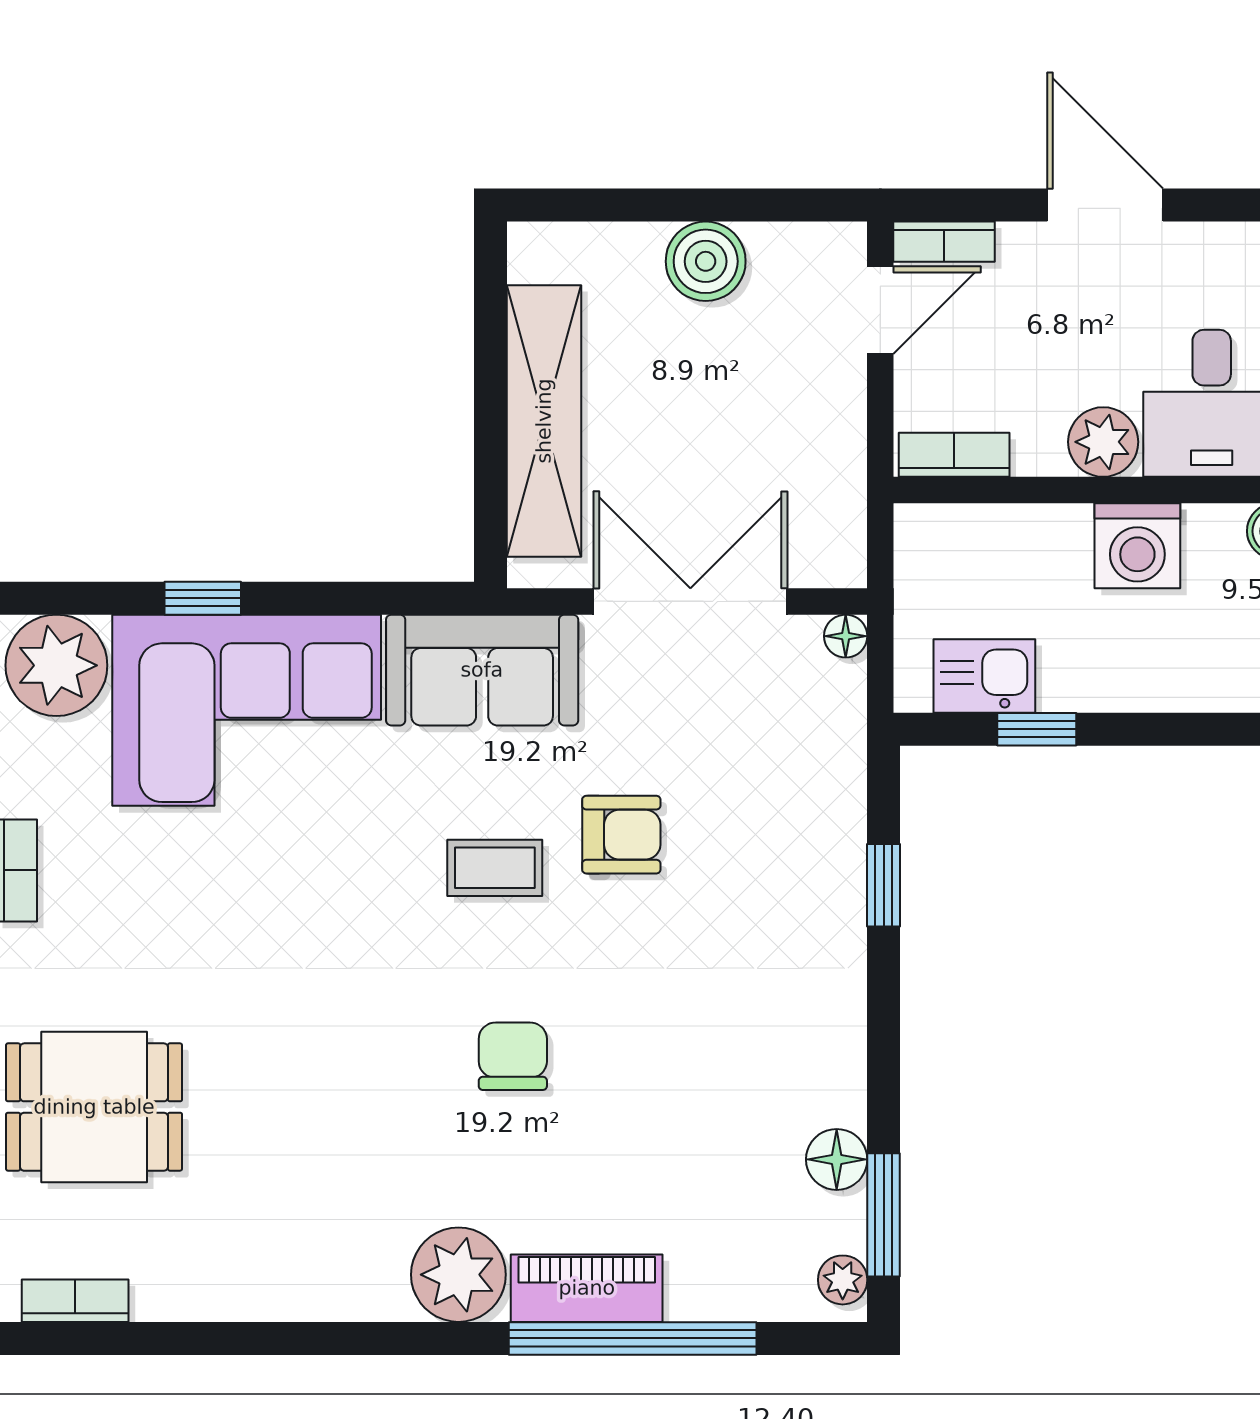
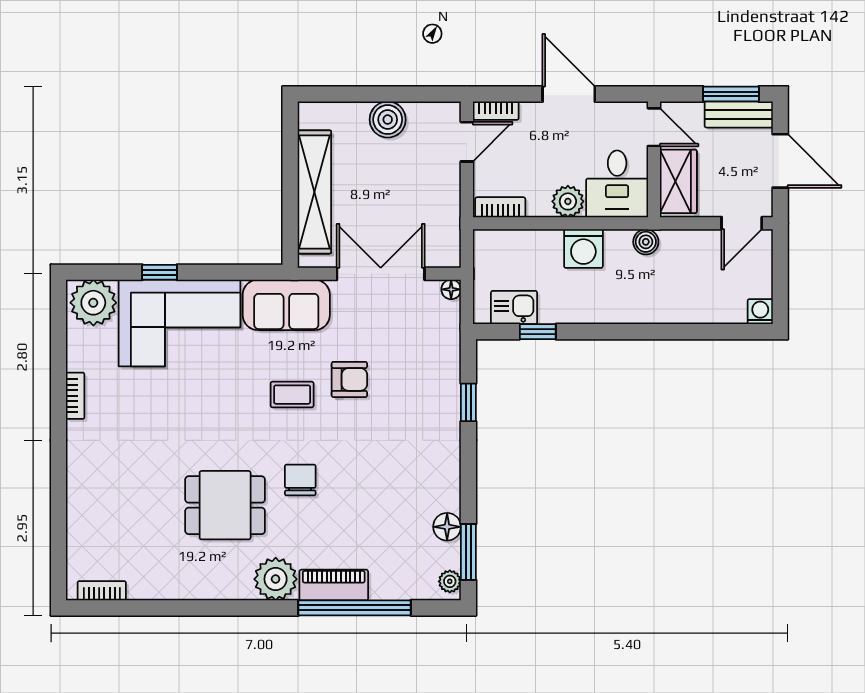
dining table: (94, 1107) -> (225, 505), moved

